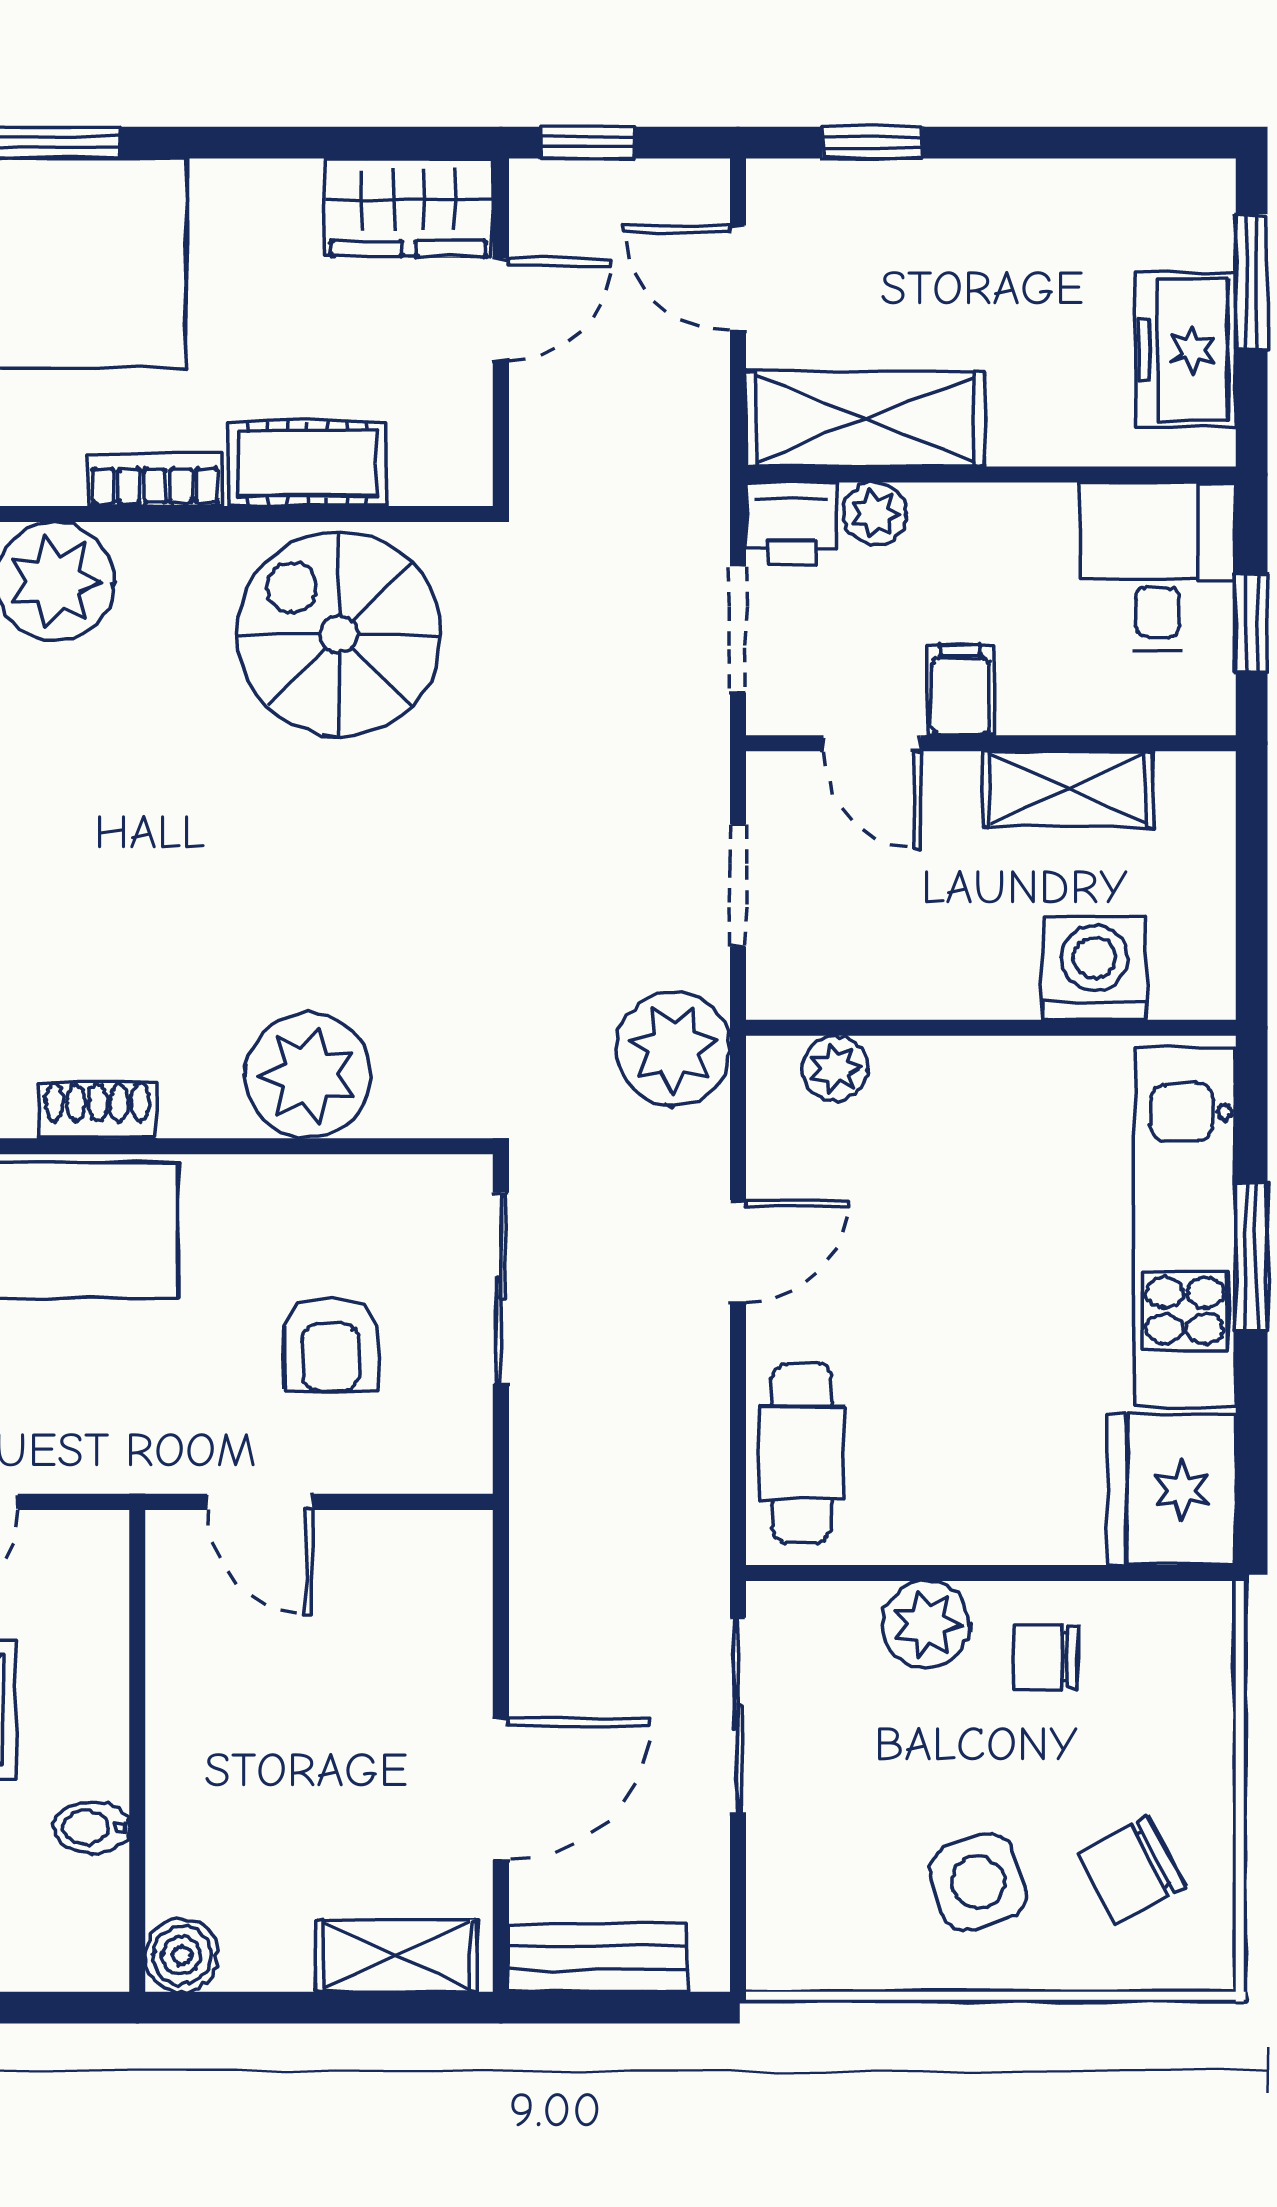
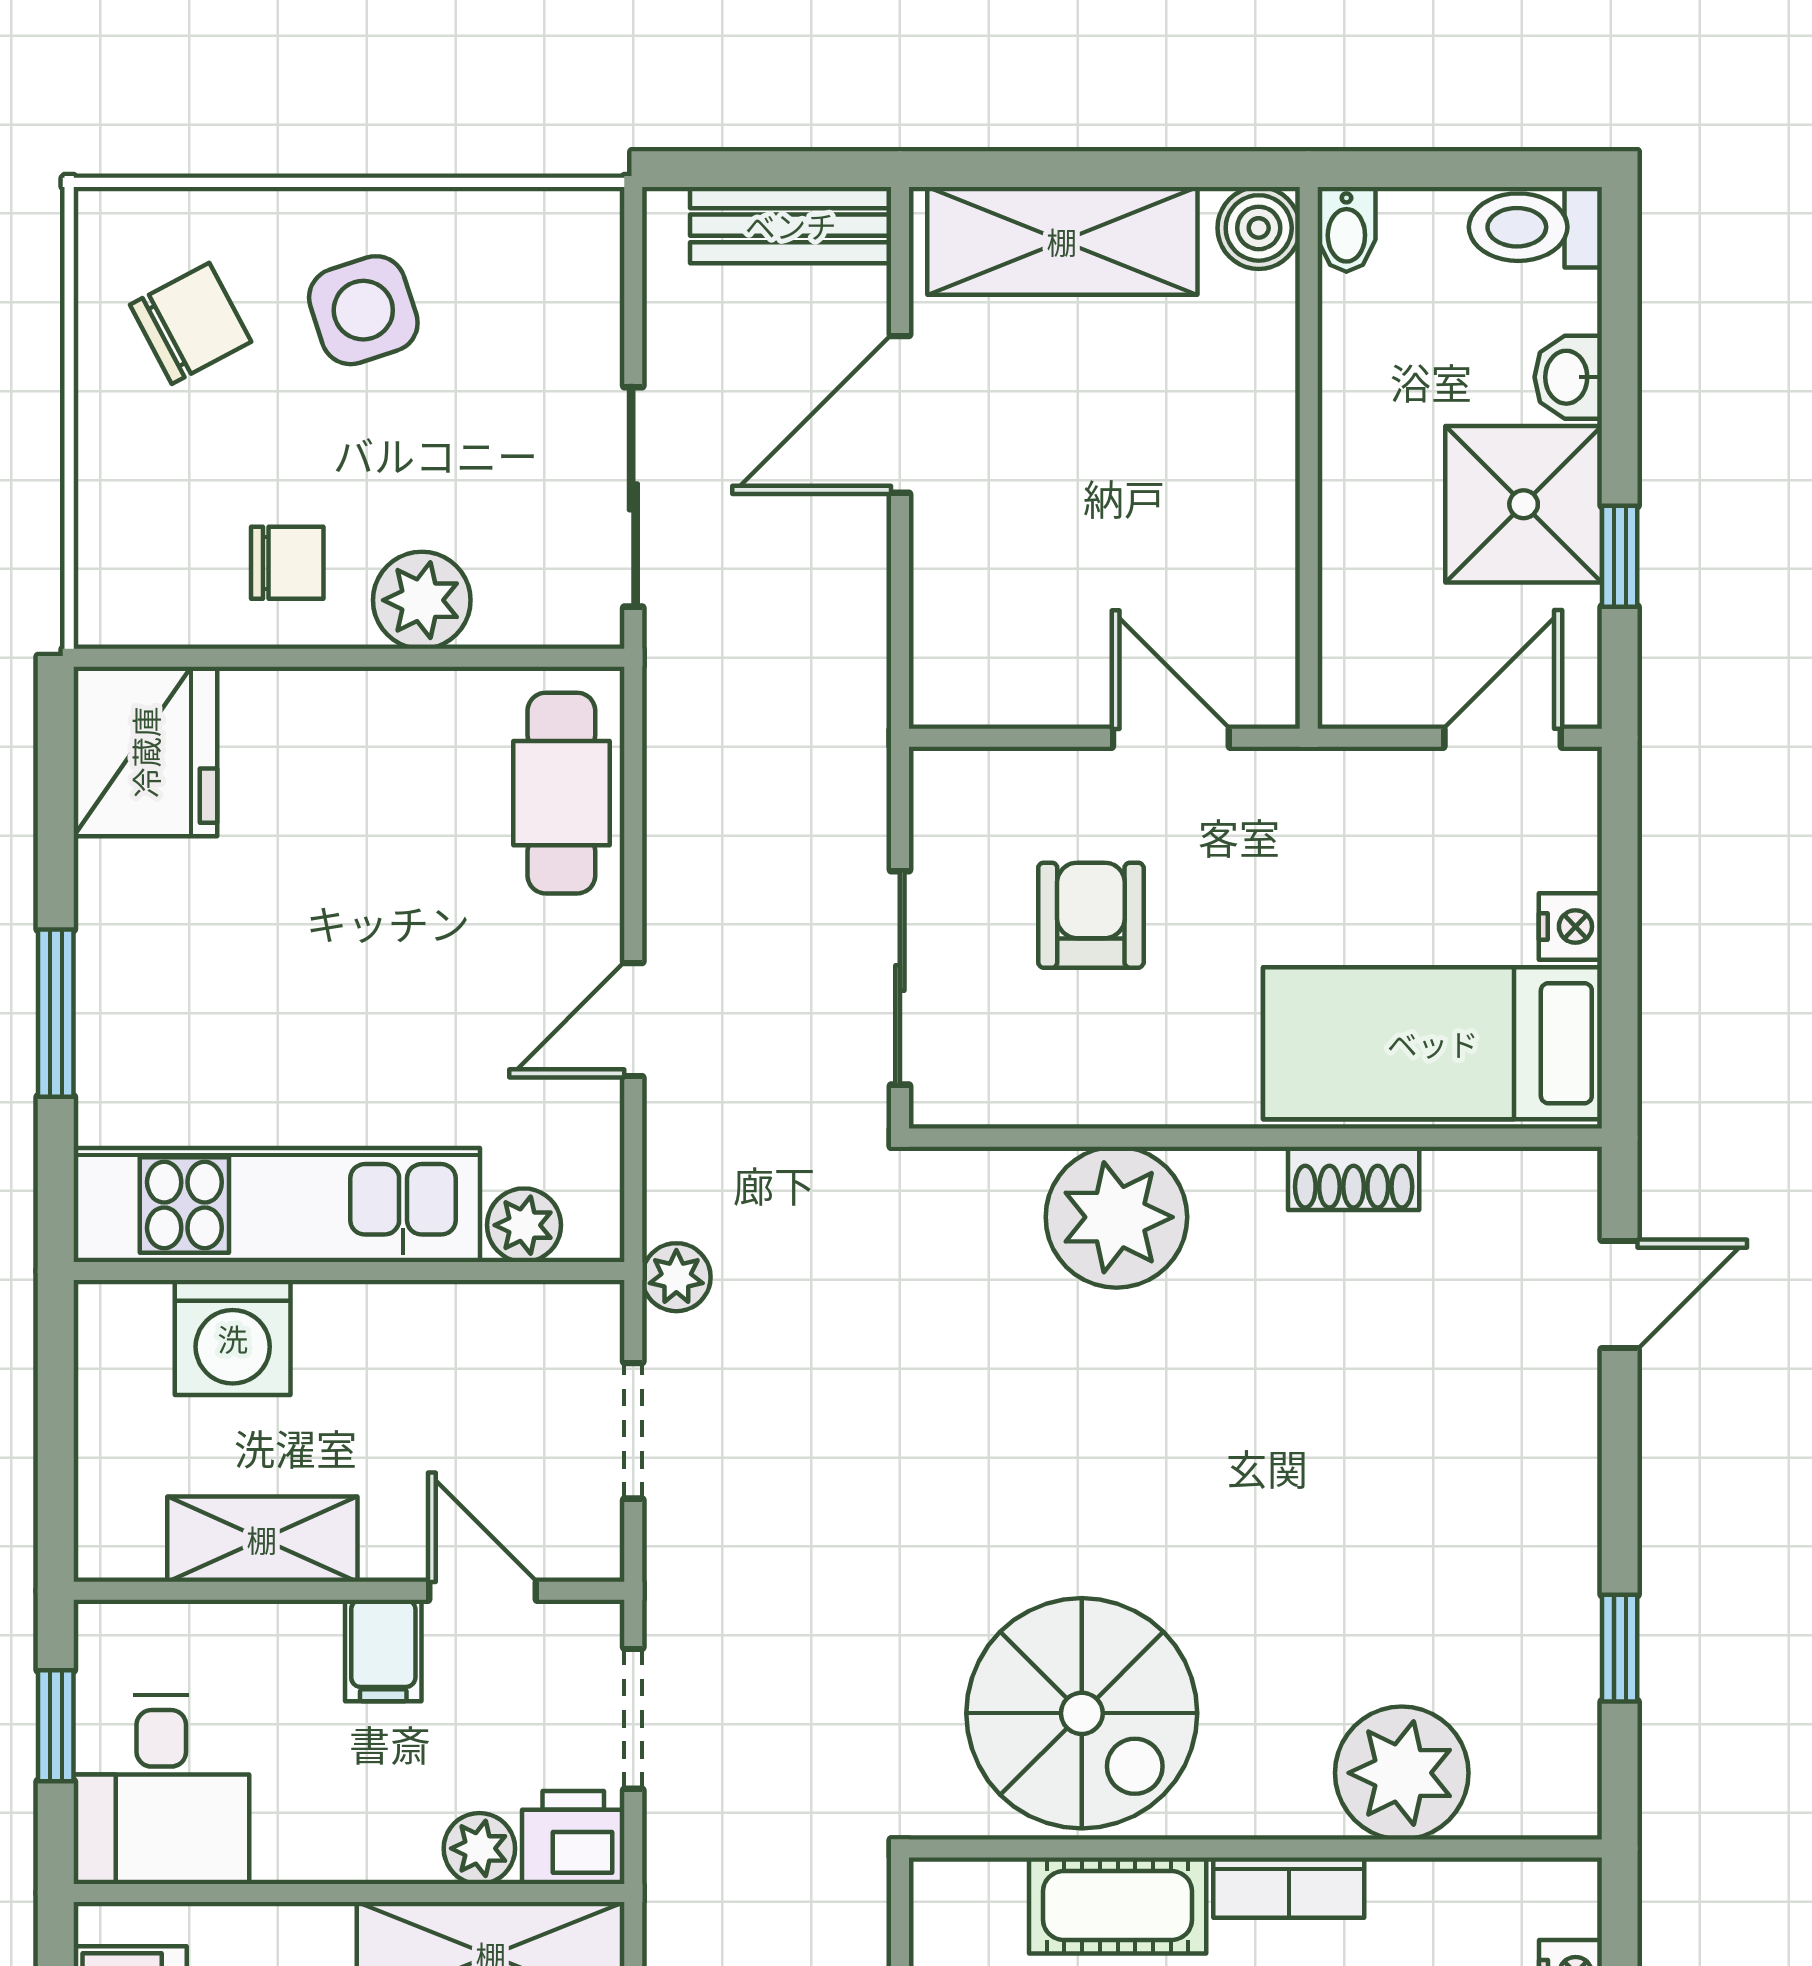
plant: (673, 1049) -> (676, 1277), width x0.53, depth x0.53
kitchen unit: (1185, 1228) -> (278, 1205), moved, turned -90
bidet: (92, 1827) -> (1346, 229), moved, turned 90
shelving: (396, 1956) -> (1062, 241), width x1.50, depth x1.33

